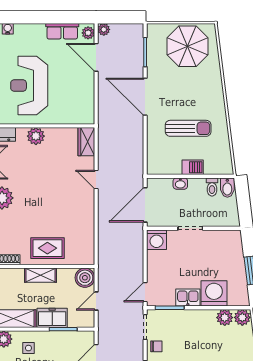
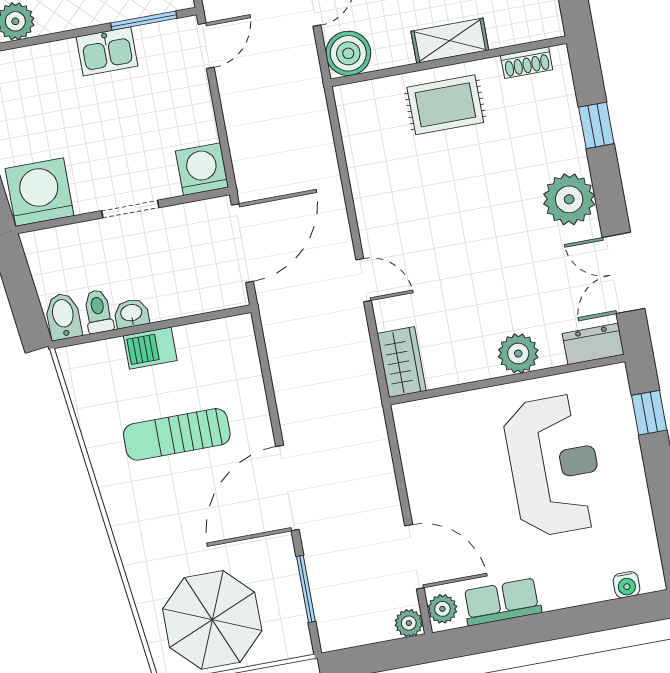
door: (145, 97) -> (287, 488), swing flipped
washbasin: (180, 184) -> (131, 313), moved
washing machine: (214, 293) -> (40, 192), moved, turned 180

